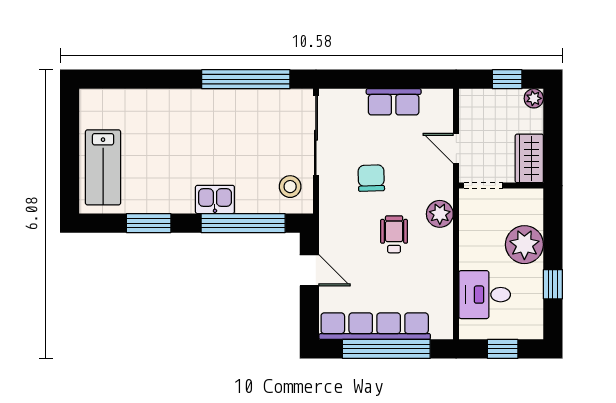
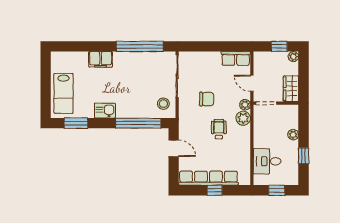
row of seats: (394, 102) -> (236, 58), moved
filing cabinet: (172, 103) -> (101, 59), added
chair: (371, 178) -> (207, 99), turned 92
plant: (443, 188) -> (245, 105), added
kitchen sink: (215, 199) -> (105, 111), moved
window: (149, 223) -> (76, 123), moved
plant: (524, 245) -> (293, 135), width x0.53, depth x0.53
window: (386, 349) -> (215, 190), width x0.32

